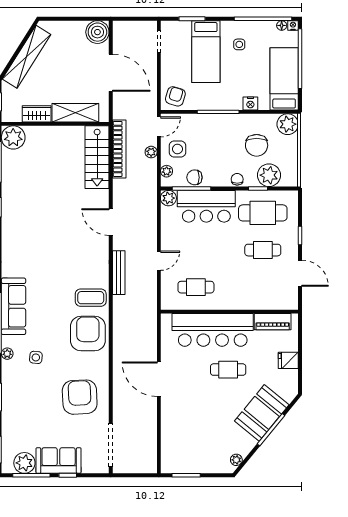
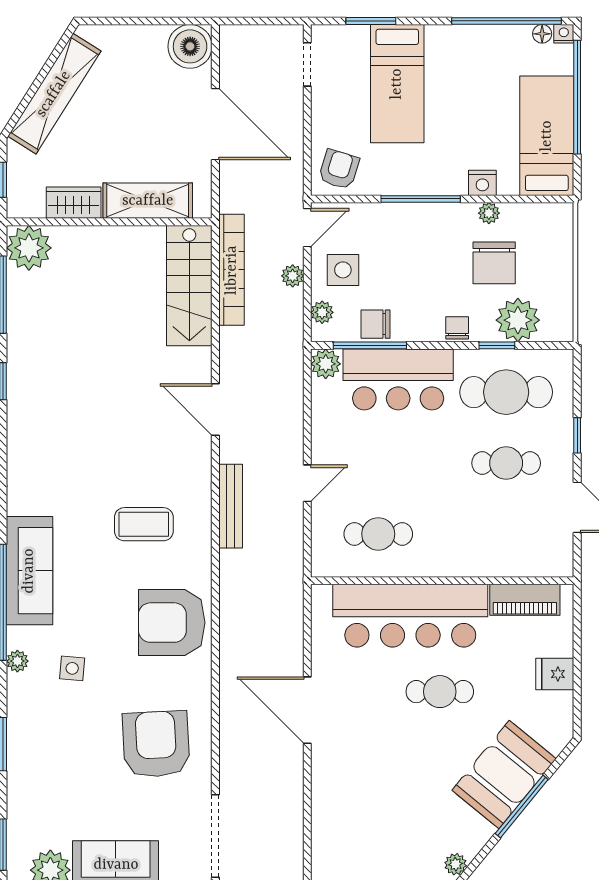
side table: (239, 44) -> (461, 70), removed
plant: (288, 124) -> (489, 213), moved, width x0.53, depth x0.53
coffee table: (91, 298) -> (144, 524), moved
armchair: (88, 333) -> (172, 623), turned -90

